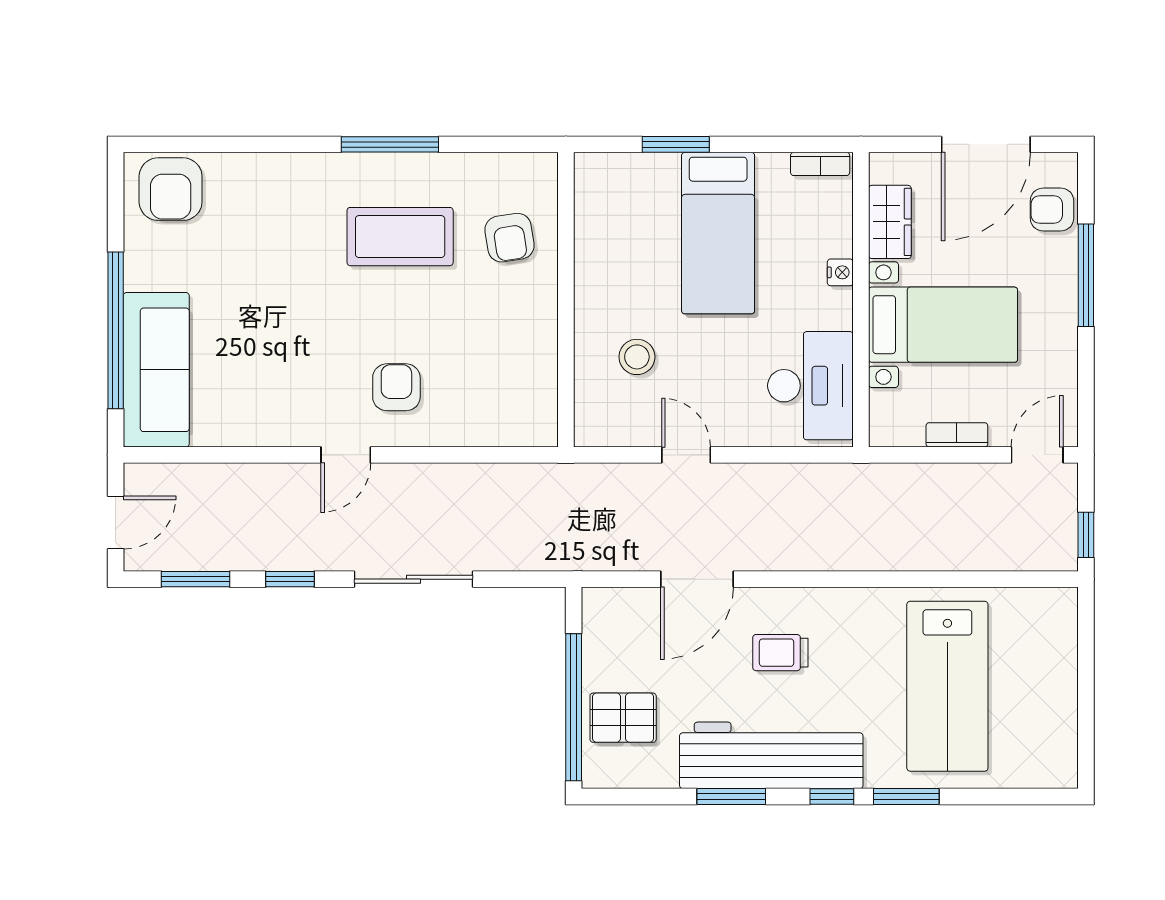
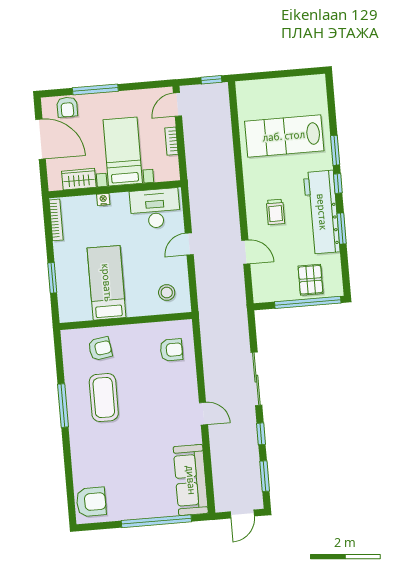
bookcase: (820, 164) -> (56, 220), width x1.56
bed: (718, 233) -> (107, 283), moved, turned -90
stool: (637, 357) -> (167, 293), moved
sofa: (156, 370) -> (191, 480), moved, turned -90
armchair: (396, 387) -> (171, 350), moved, turned 180
door: (686, 455) -> (189, 244), moved
door: (1037, 455) -> (177, 105), hinge flipped
door: (116, 523) -> (242, 514), swing flipped
door: (697, 579) -> (246, 252), width x0.73
lab bench: (947, 686) -> (284, 136), turned 180

